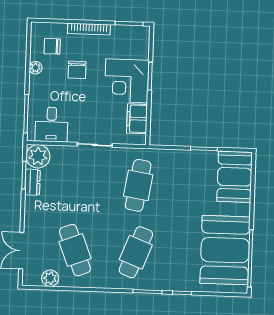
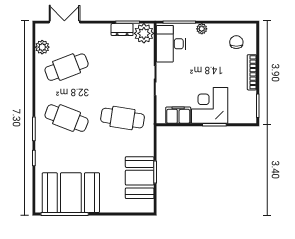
plant: (36, 68) -> (202, 29), moved
chair: (77, 70) -> (217, 64), removed
desk: (51, 124) -> (171, 44), width x1.37
booth: (235, 177) -> (140, 178), moved, turned 90

